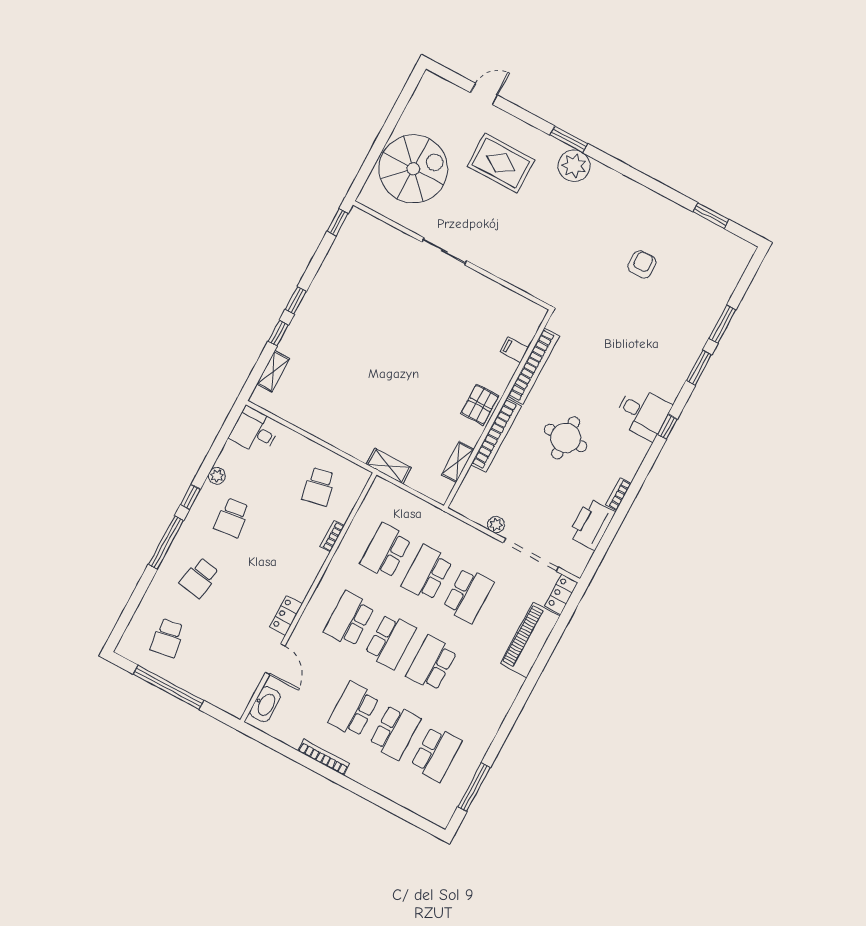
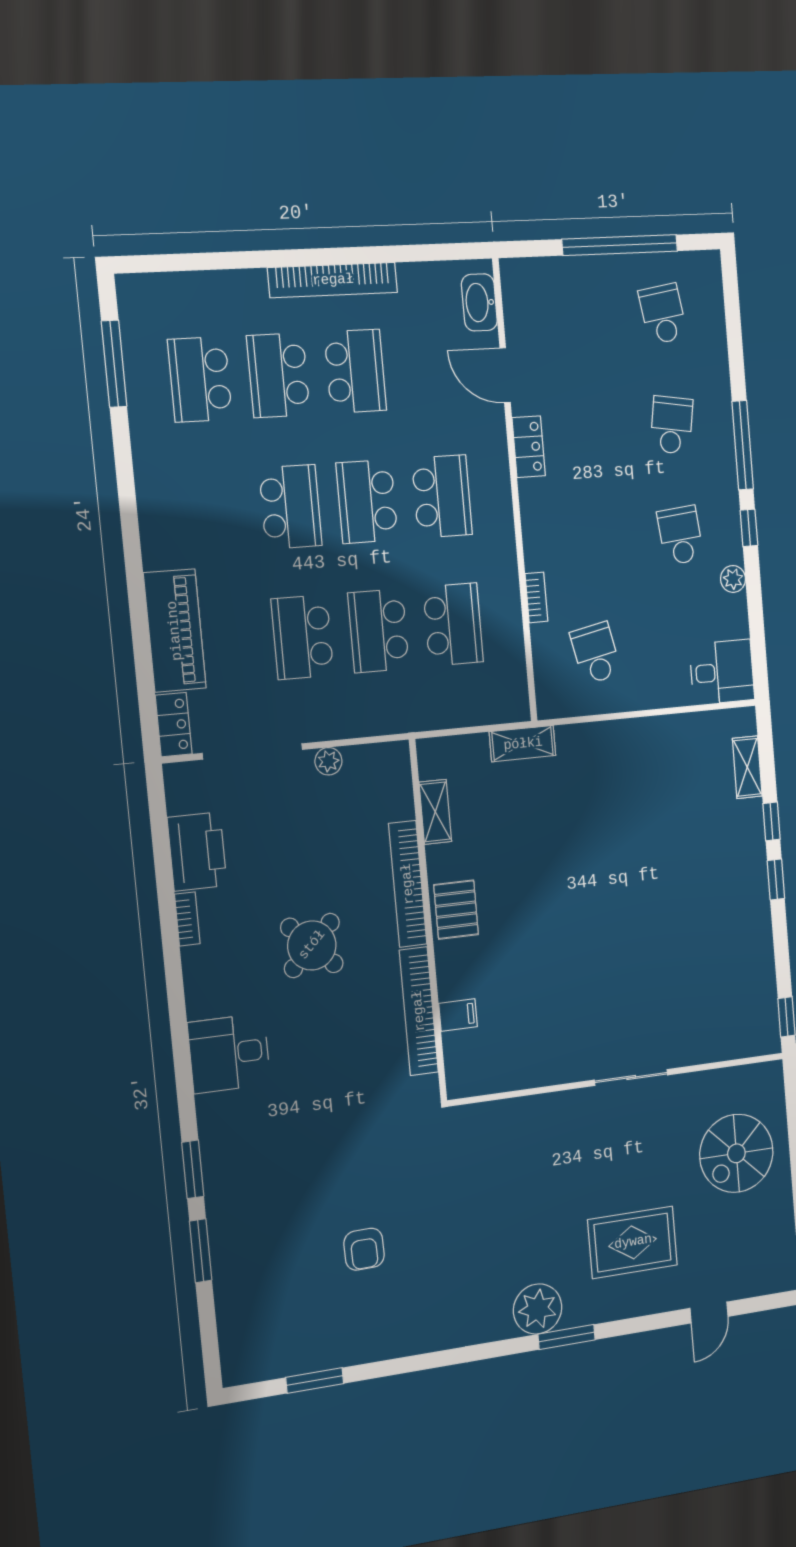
spiral stairs: (413, 169) -> (736, 1153), width x0.73, depth x0.73
window: (667, 427) -> (182, 1059), removed
round table: (566, 438) -> (312, 945), turned 45
school desk: (427, 573) -> (379, 631), turned 180
bookcase: (324, 757) -> (333, 280), width x1.48, depth x1.31

